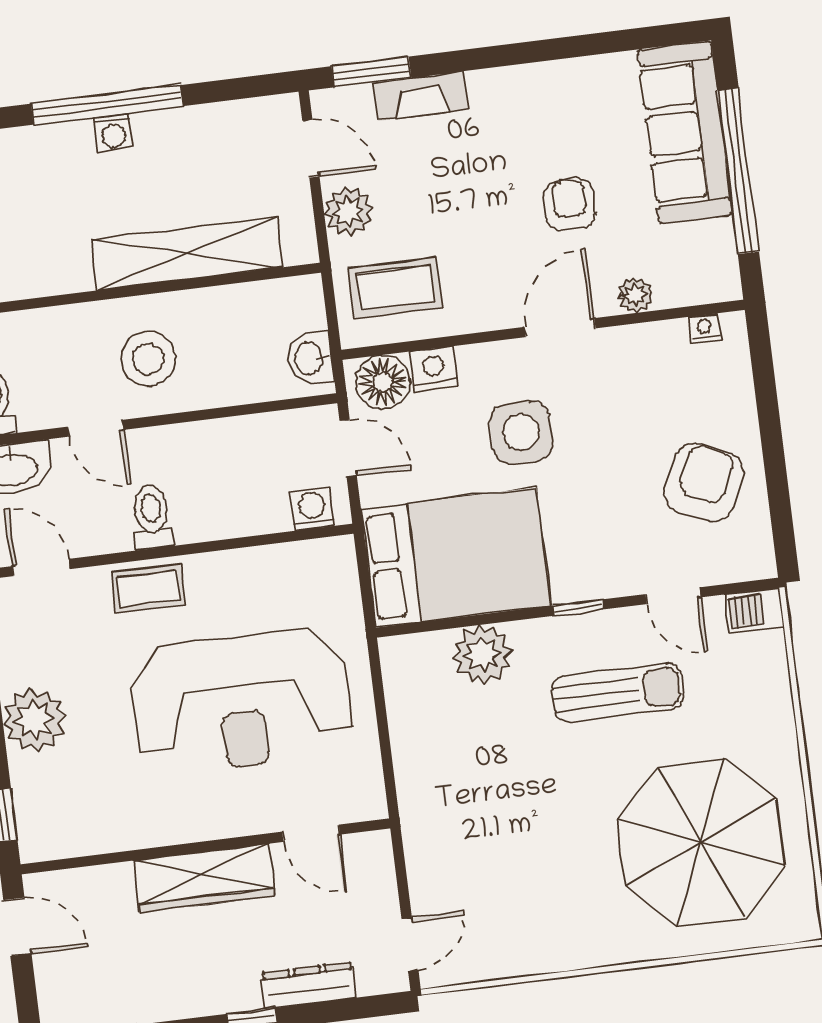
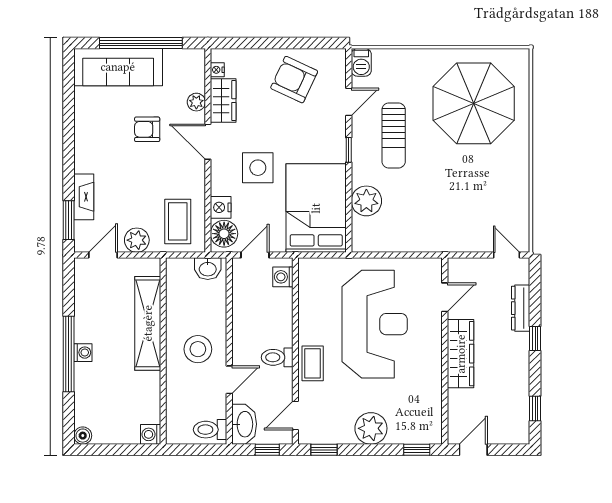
wardrobe: (645, 348) -> (223, 101), added
sun lounger: (618, 692) -> (394, 135), turned 180

